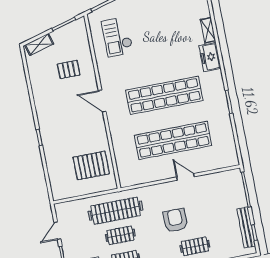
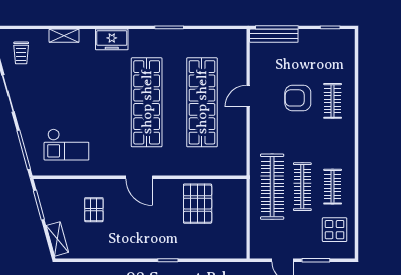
shelving: (208, 30) -> (64, 36), moved
door: (102, 101) -> (139, 177), hinge flipped
pallet: (91, 166) -> (198, 204), moved
armchair: (175, 220) -> (298, 98), moved
bench: (246, 227) -> (274, 36), moved
clothes rail: (120, 235) -> (302, 187), width x1.36

